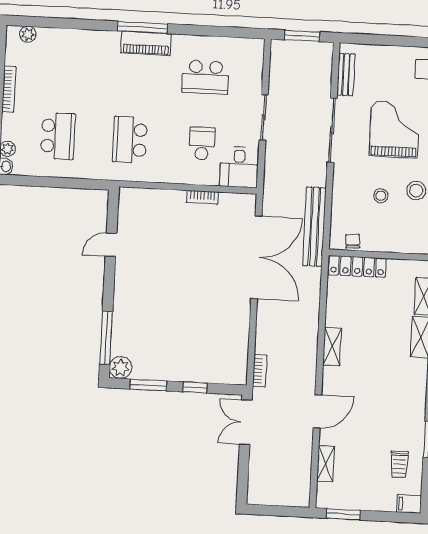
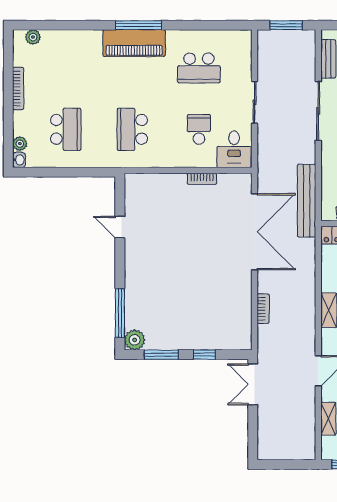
piano: (146, 43) -> (134, 43), width x1.37, depth x1.33
door: (111, 245) -> (120, 227), hinge flipped
bookcase: (260, 371) -> (263, 309), moved

